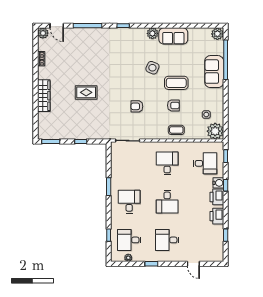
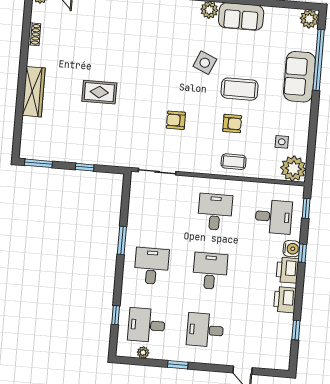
desk: (167, 202) -> (210, 271), turned 180

